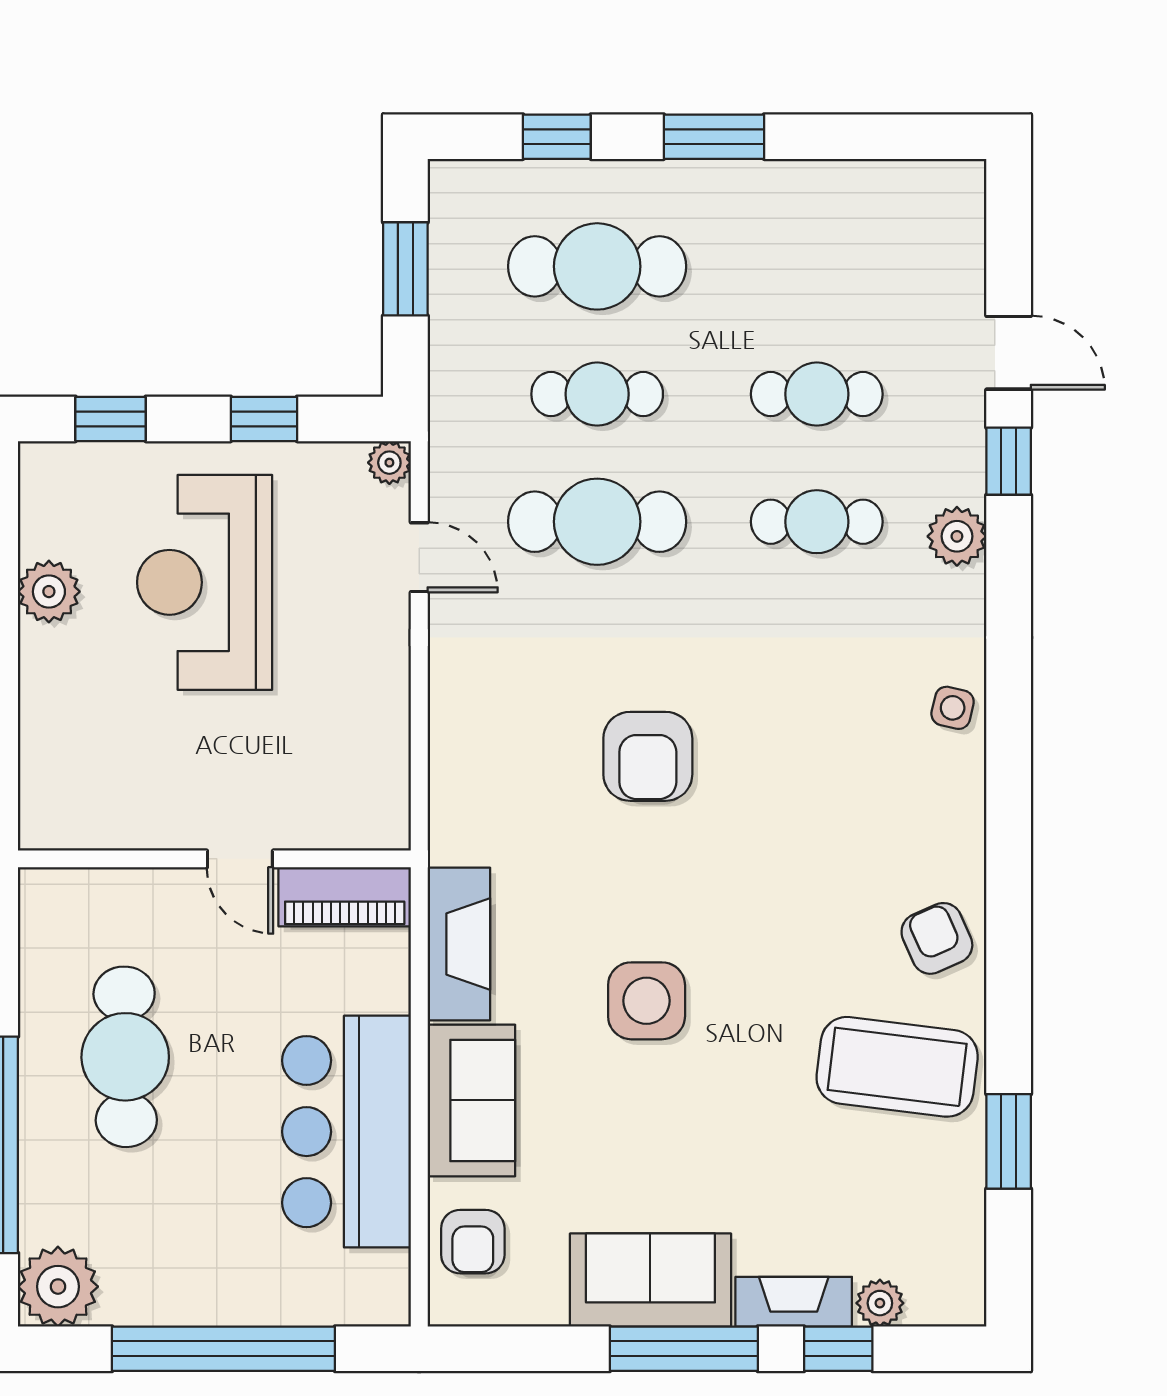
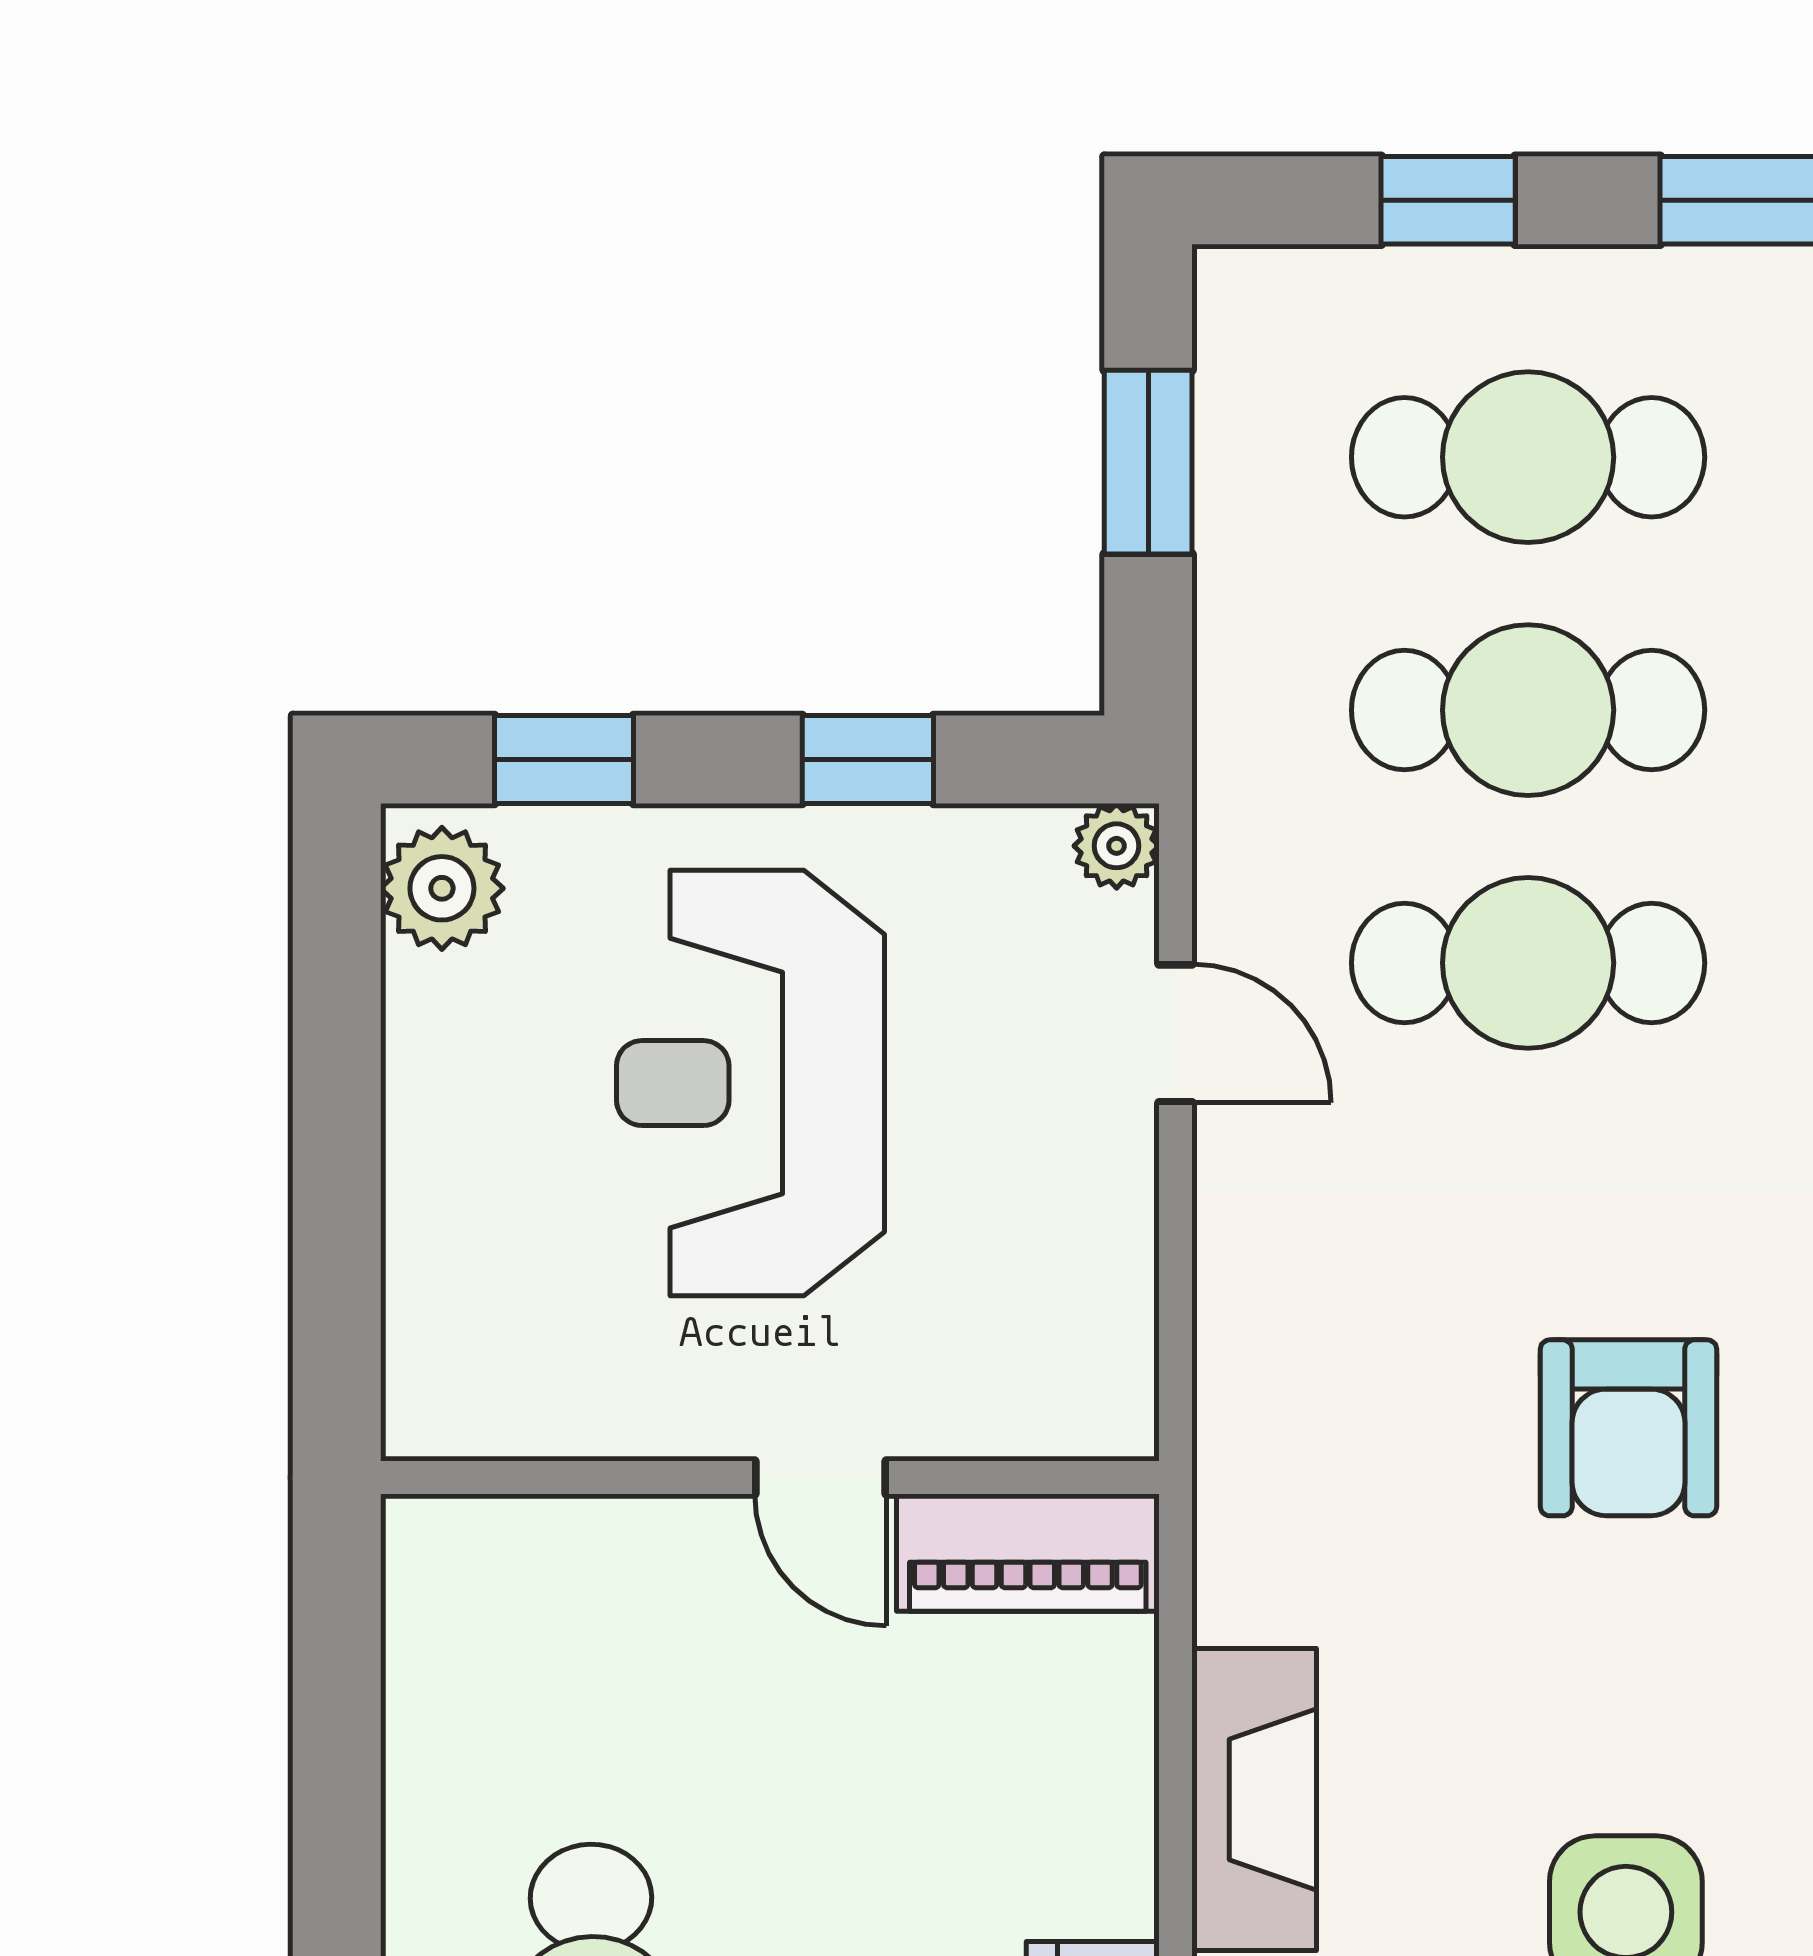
cafe table: (597, 394) -> (1528, 710), width x1.37, depth x1.35
plant: (49, 592) -> (442, 888), moved
wall: (214, 859) -> (770, 1478), moved
door: (240, 859) -> (820, 1478), moved
piano: (345, 897) -> (1028, 1553), moved

